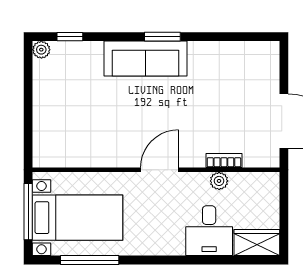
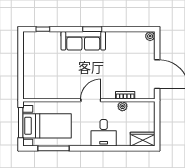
plant: (41, 50) -> (150, 36), moved
desk: (209, 231) -> (104, 133), moved

